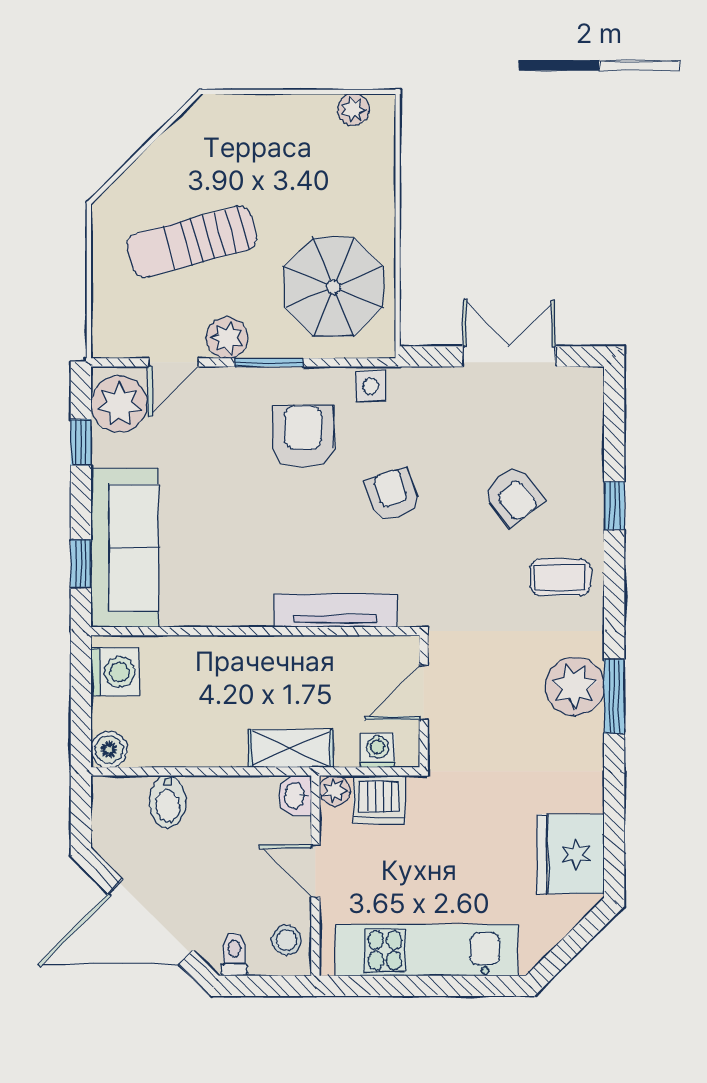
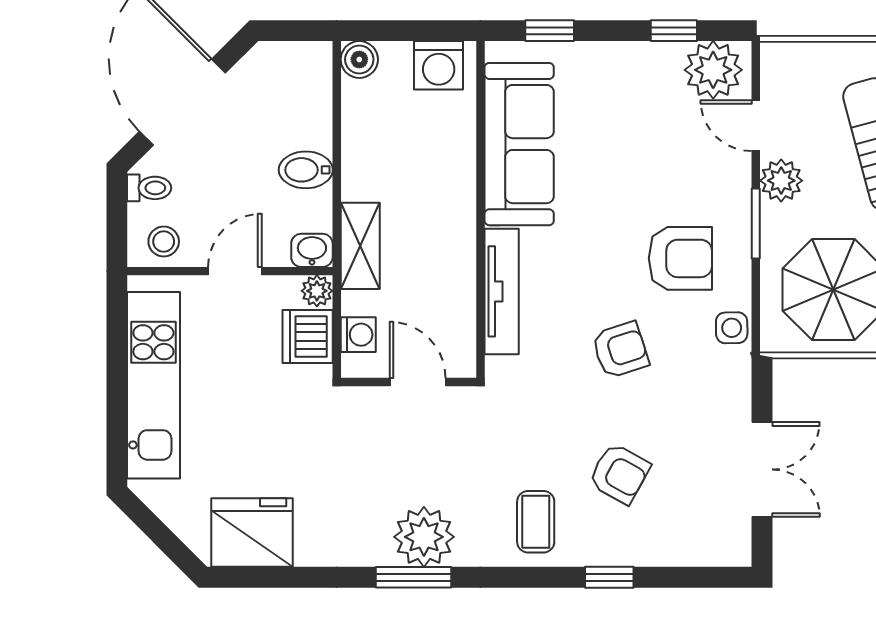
armchair: (513, 496) -> (619, 474), turned -112
sofa: (125, 548) -> (519, 144), moved, turned -90
bidet: (168, 802) -> (306, 170), moved

